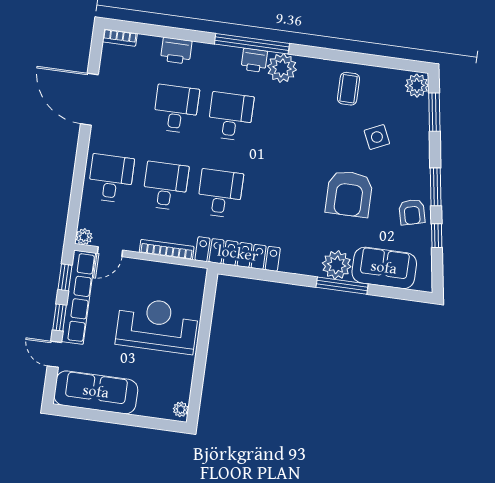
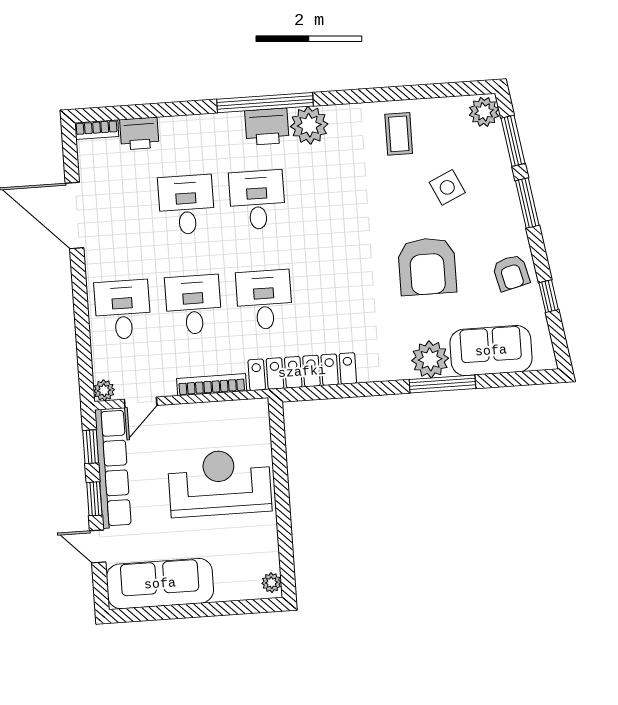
printer: (176, 51) -> (139, 134), moved
printer: (254, 60) -> (267, 127), width x1.36, depth x1.24
window: (436, 187) -> (527, 203), moved

